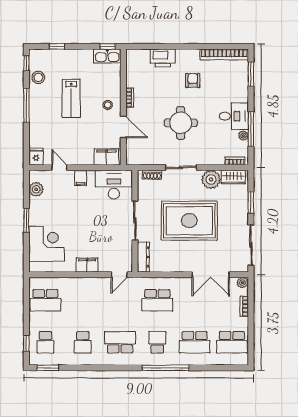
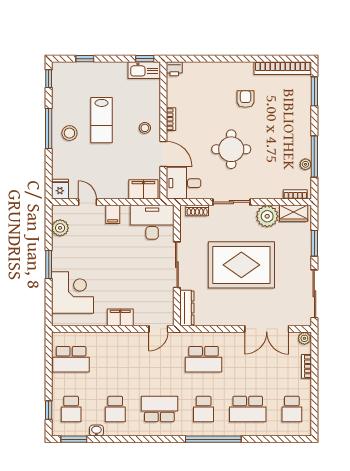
printer: (163, 58) -> (174, 69), moved, width x0.53, depth x0.68
stool: (38, 77) -> (69, 133), moved
desk: (234, 116) -> (184, 183), moved, turned 180
school desk: (157, 342) -> (204, 409), turned 180
school desk: (232, 342) -> (292, 409), width x0.54
washbasin: (67, 361) -> (96, 431), added

